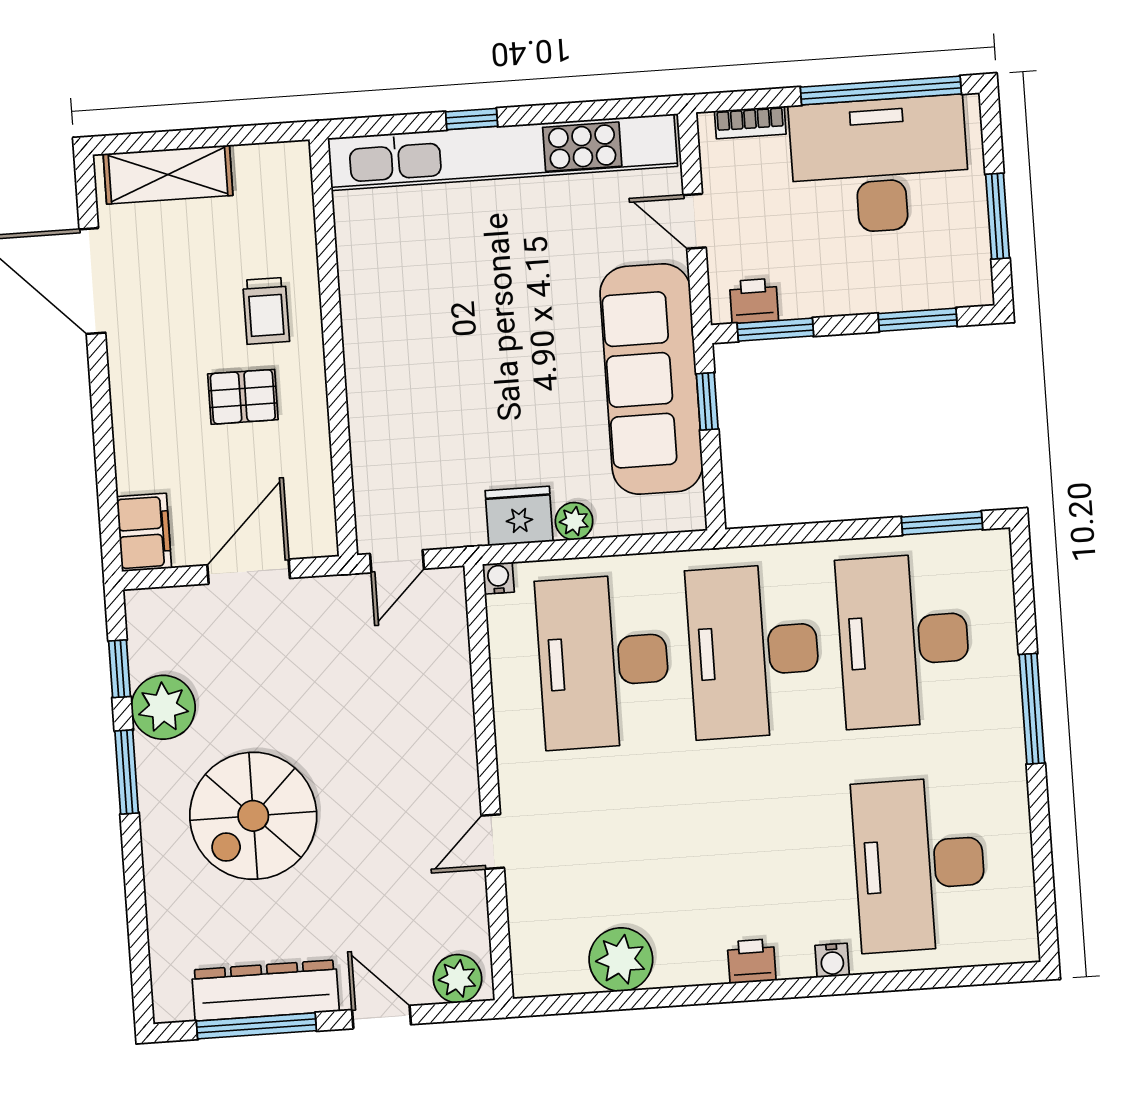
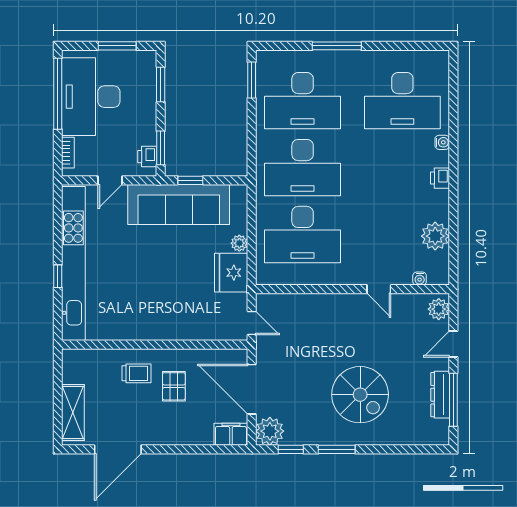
fridge: (519, 516) -> (231, 273), width x1.36, depth x1.34
door: (249, 572) -> (252, 389), width x1.36
water cooler: (498, 578) -> (420, 279), moved, turned -90
plant: (163, 707) -> (270, 431), moved
dresser: (265, 990) -> (440, 395), width x0.73, depth x0.80

